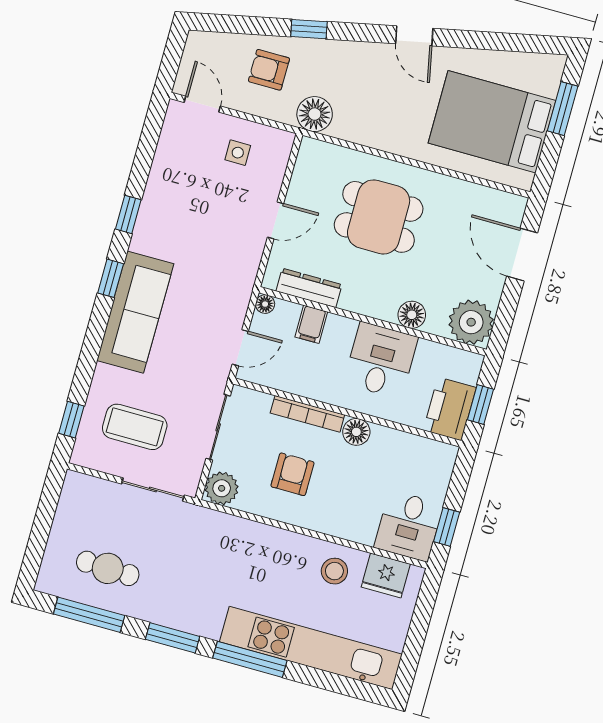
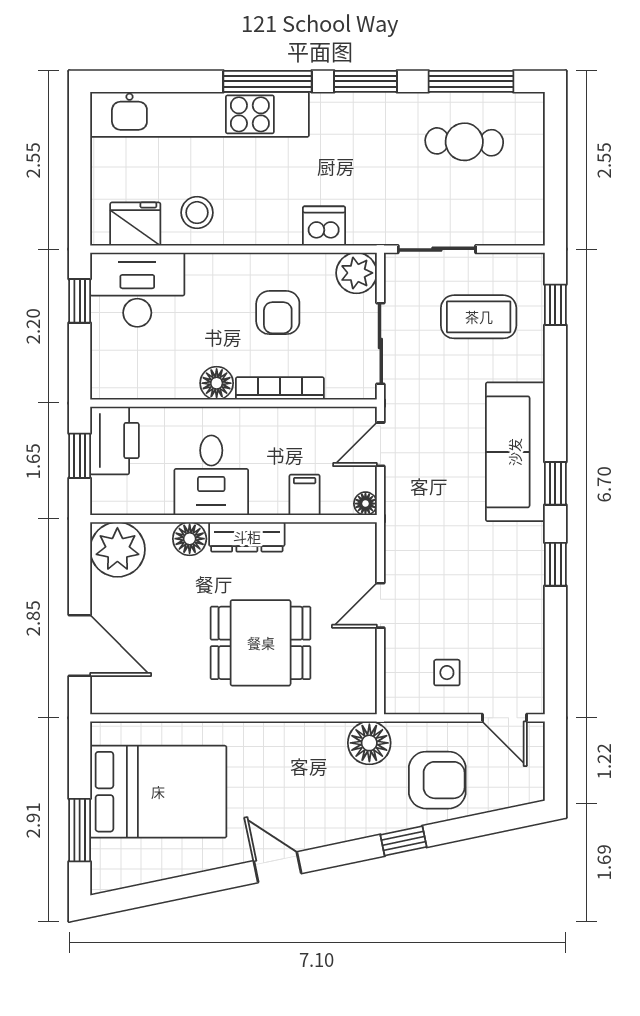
armchair: (269, 70) -> (437, 780), width x1.38, depth x1.38
dresser: (309, 288) -> (247, 537), moved
desk: (409, 526) -> (137, 290), width x1.37
dishwasher: (237, 533) -> (324, 226), added

